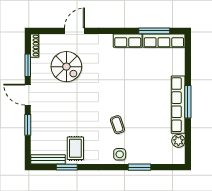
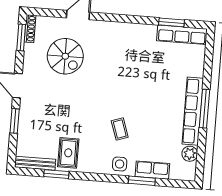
window: (154, 31) -> (171, 22), width x0.69
row of seats: (128, 41) -> (152, 170), moved, turned 180
window: (28, 65) -> (21, 37), moved

